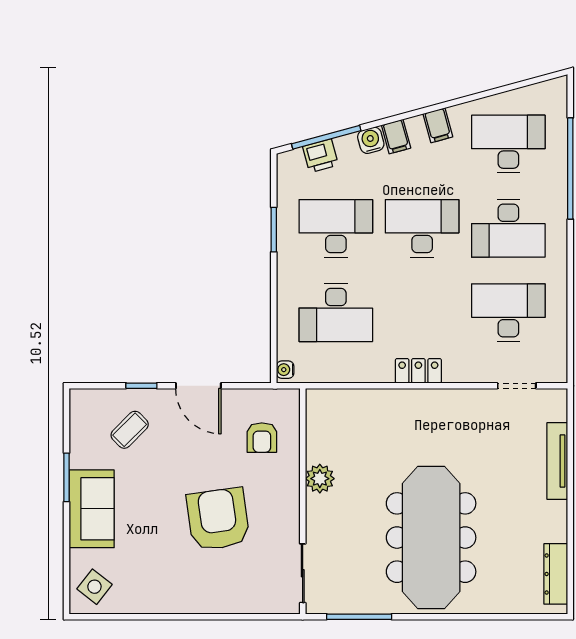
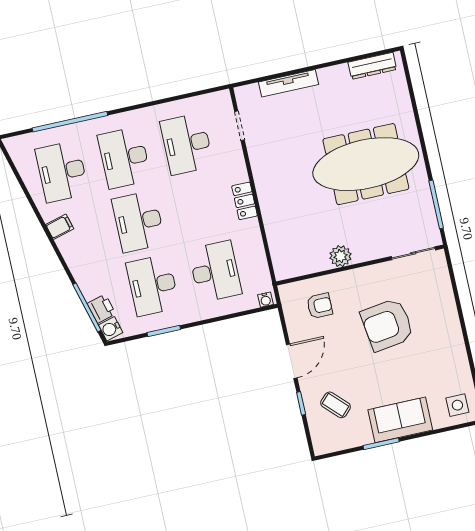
filing cabinet: (396, 137) -> (75, 256), removed
water cooler: (371, 140) -> (111, 329), moved
desk: (508, 228) -> (124, 158), turned 180
side table: (94, 587) -> (457, 405), turned -38

